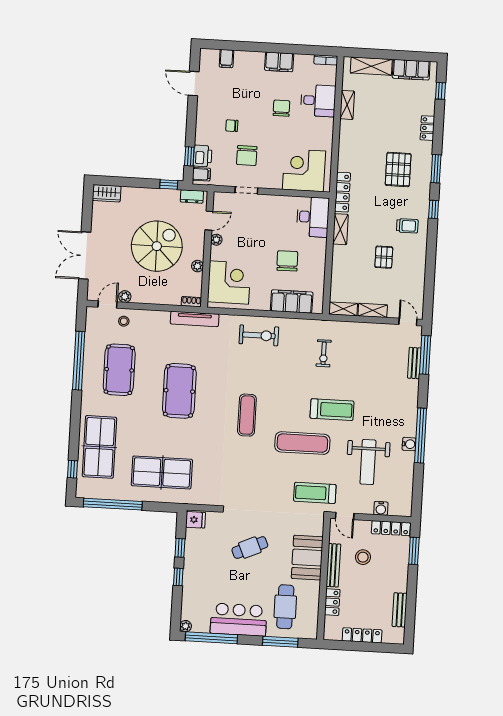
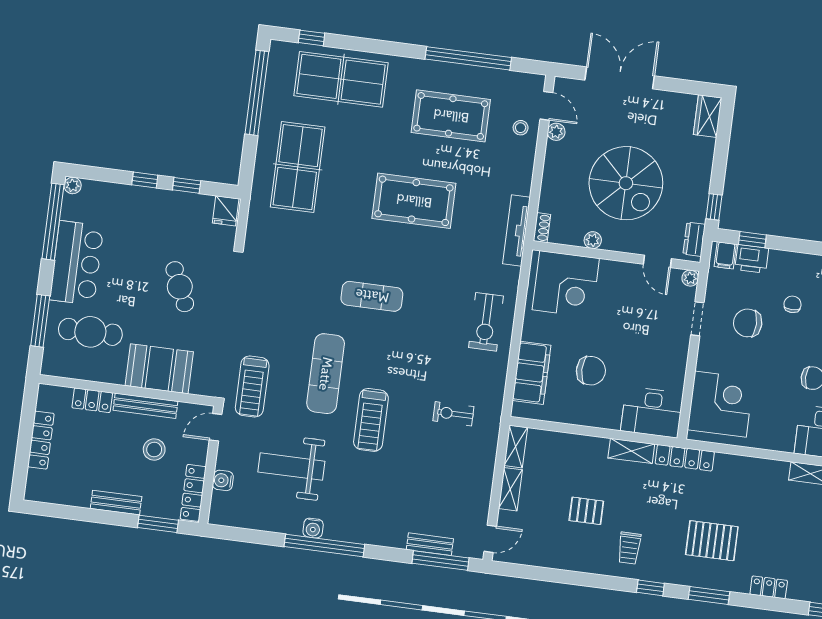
plant: (216, 240) -> (690, 278), moved
treadmill: (315, 493) -> (252, 386), turned 180
bench: (400, 610) -> (116, 503), moved

